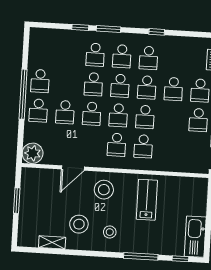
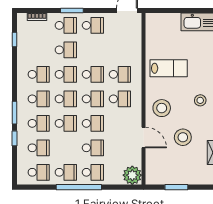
window: (157, 32) -> (14, 39), moved
school desk: (42, 52) -> (39, 172), added
school desk: (69, 53) -> (39, 148), added
lab bench: (147, 200) -> (169, 68), turned 180
stool: (79, 224) -> (183, 137), moved

